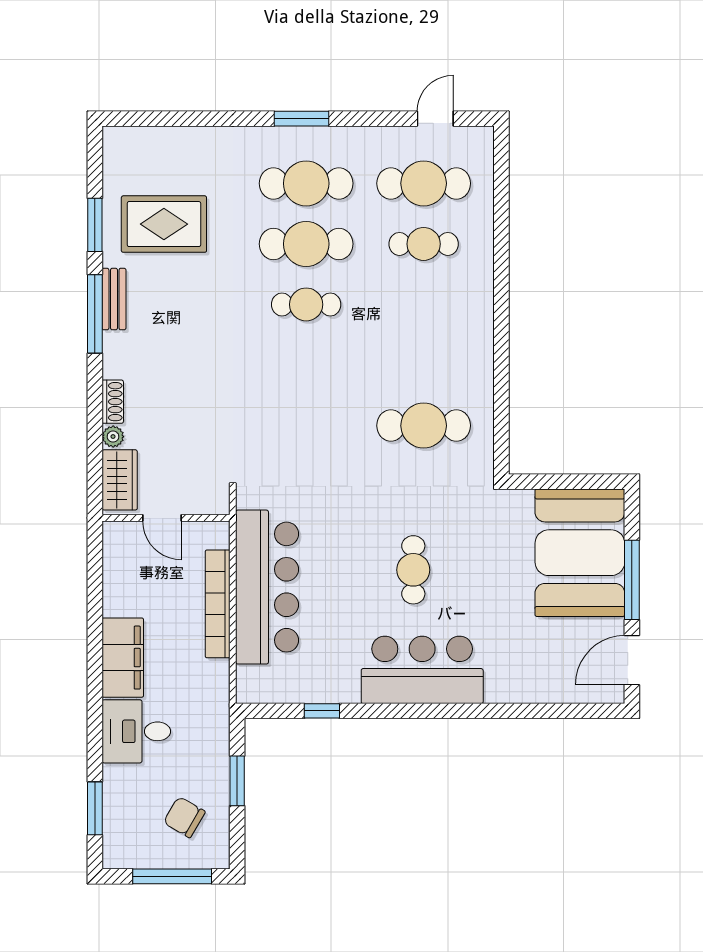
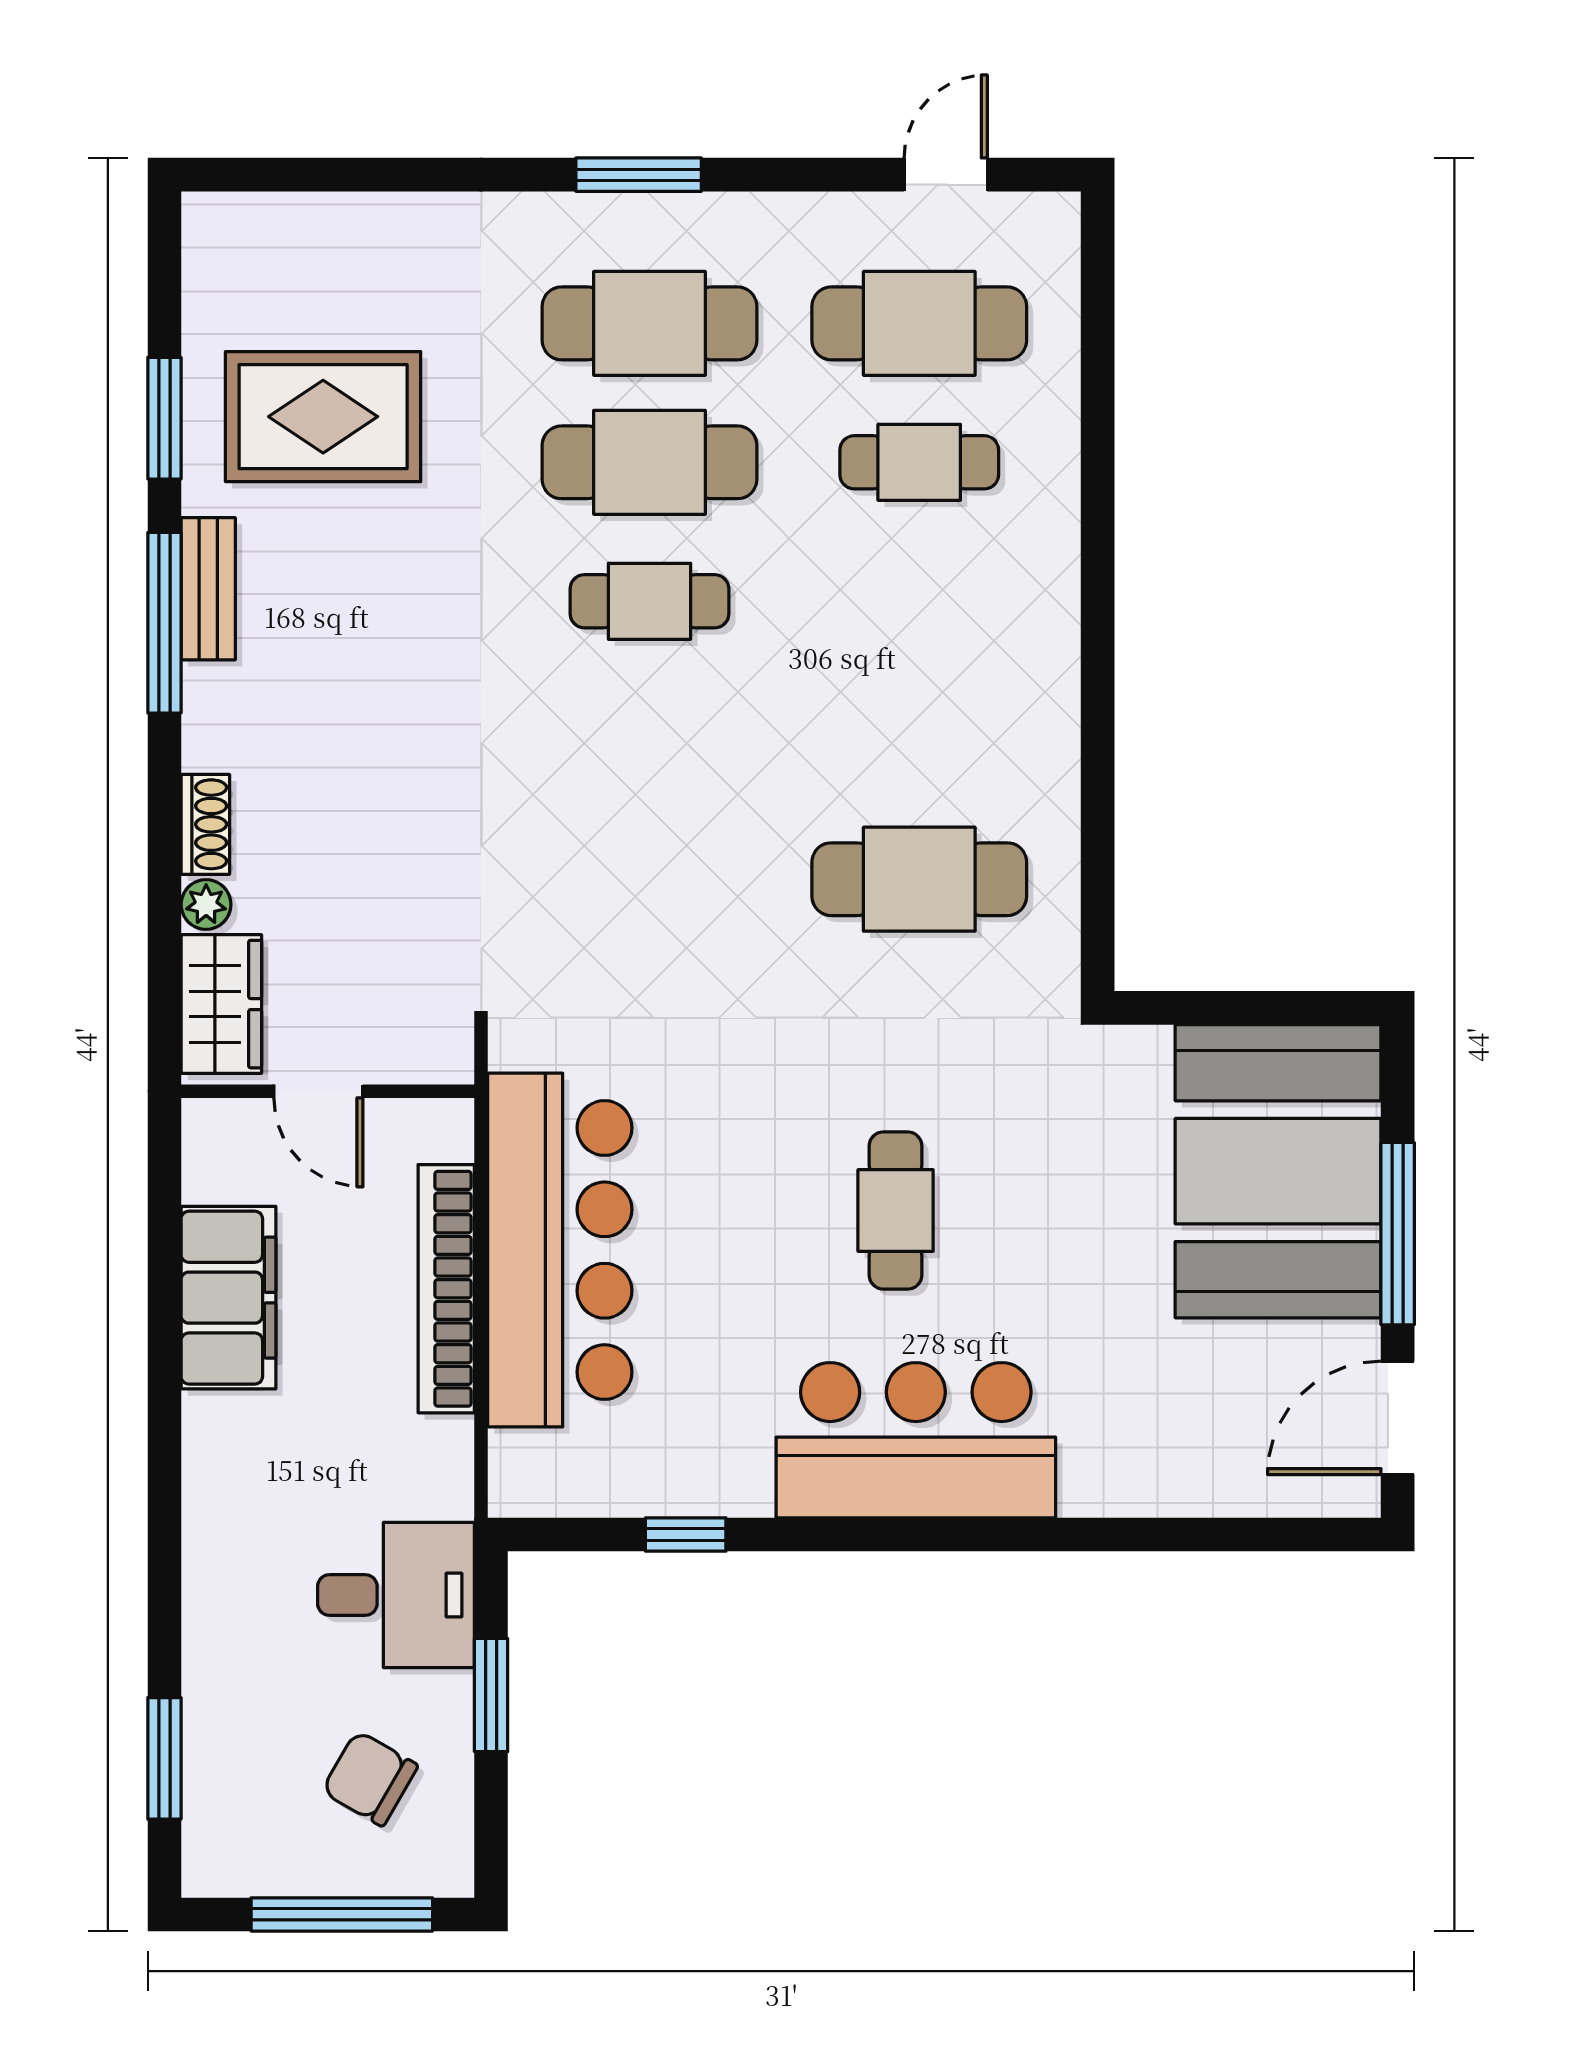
filing cabinet: (123, 658) -> (228, 1298), moved
desk: (136, 731) -> (396, 1595), moved, turned 180

